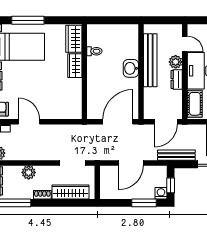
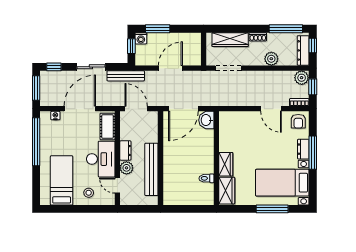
washbasin: (131, 68) -> (206, 120), moved, turned 180
door: (166, 122) -> (136, 109), hinge flipped

